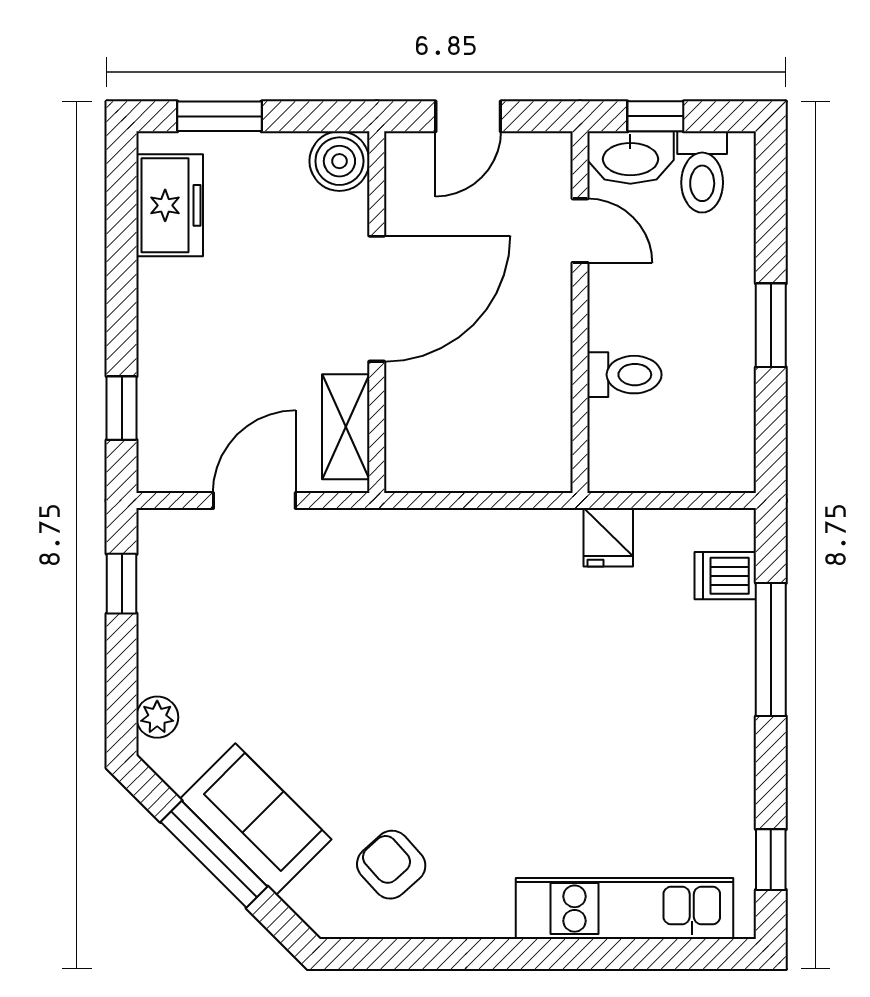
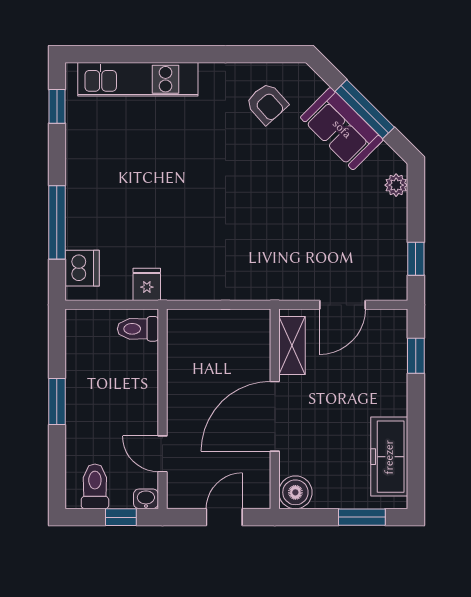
washbasin: (630, 158) -> (146, 499), width x0.52, depth x0.69
freezer: (170, 205) -> (389, 457), width x1.40
toilet: (624, 375) -> (138, 329), moved
dishwasher: (725, 576) -> (82, 268), width x1.38

